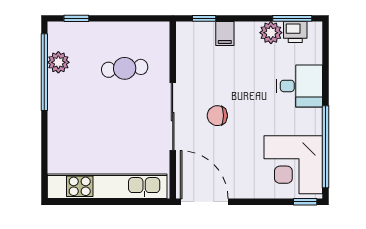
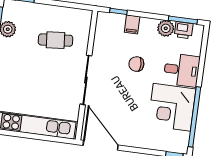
chair: (217, 116) -> (136, 64), moved
corner desk: (293, 165) -> (172, 107), moved

